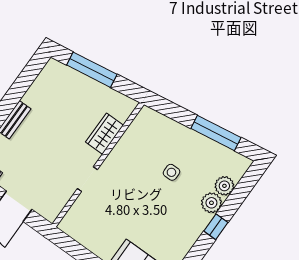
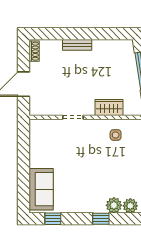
side table: (171, 172) -> (116, 135), moved

